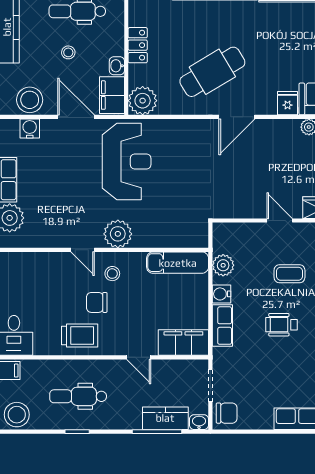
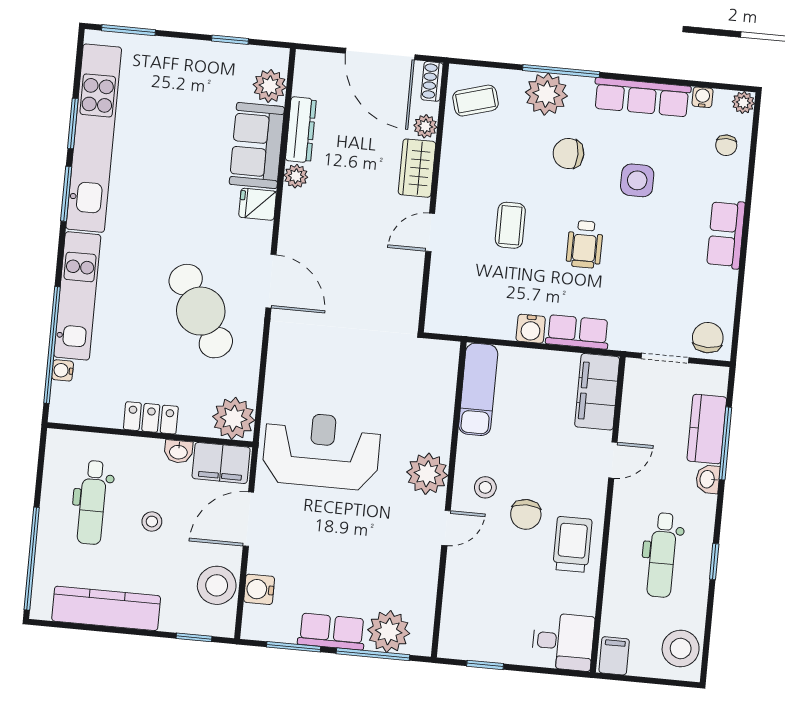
plant: (223, 265) -> (488, 322), removed
washbasin: (199, 422) -> (708, 479), moved

